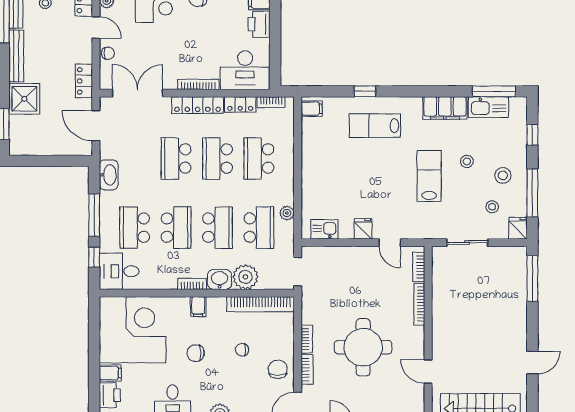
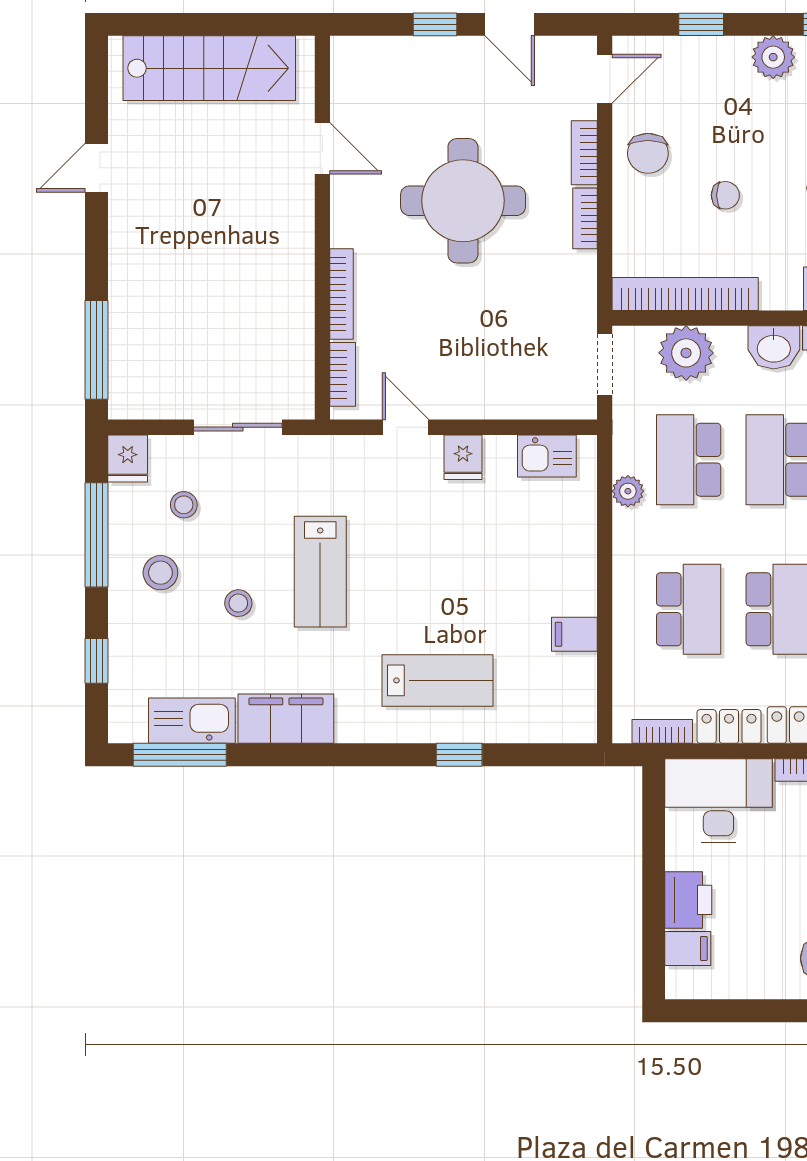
filing cabinet: (312, 109) -> (574, 634), moved
plant: (245, 277) -> (686, 353), moved

